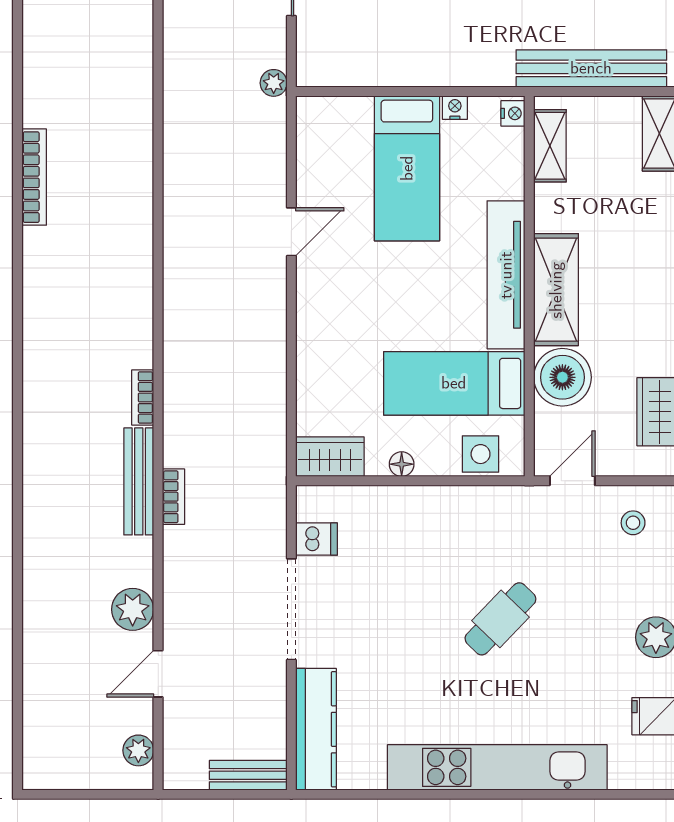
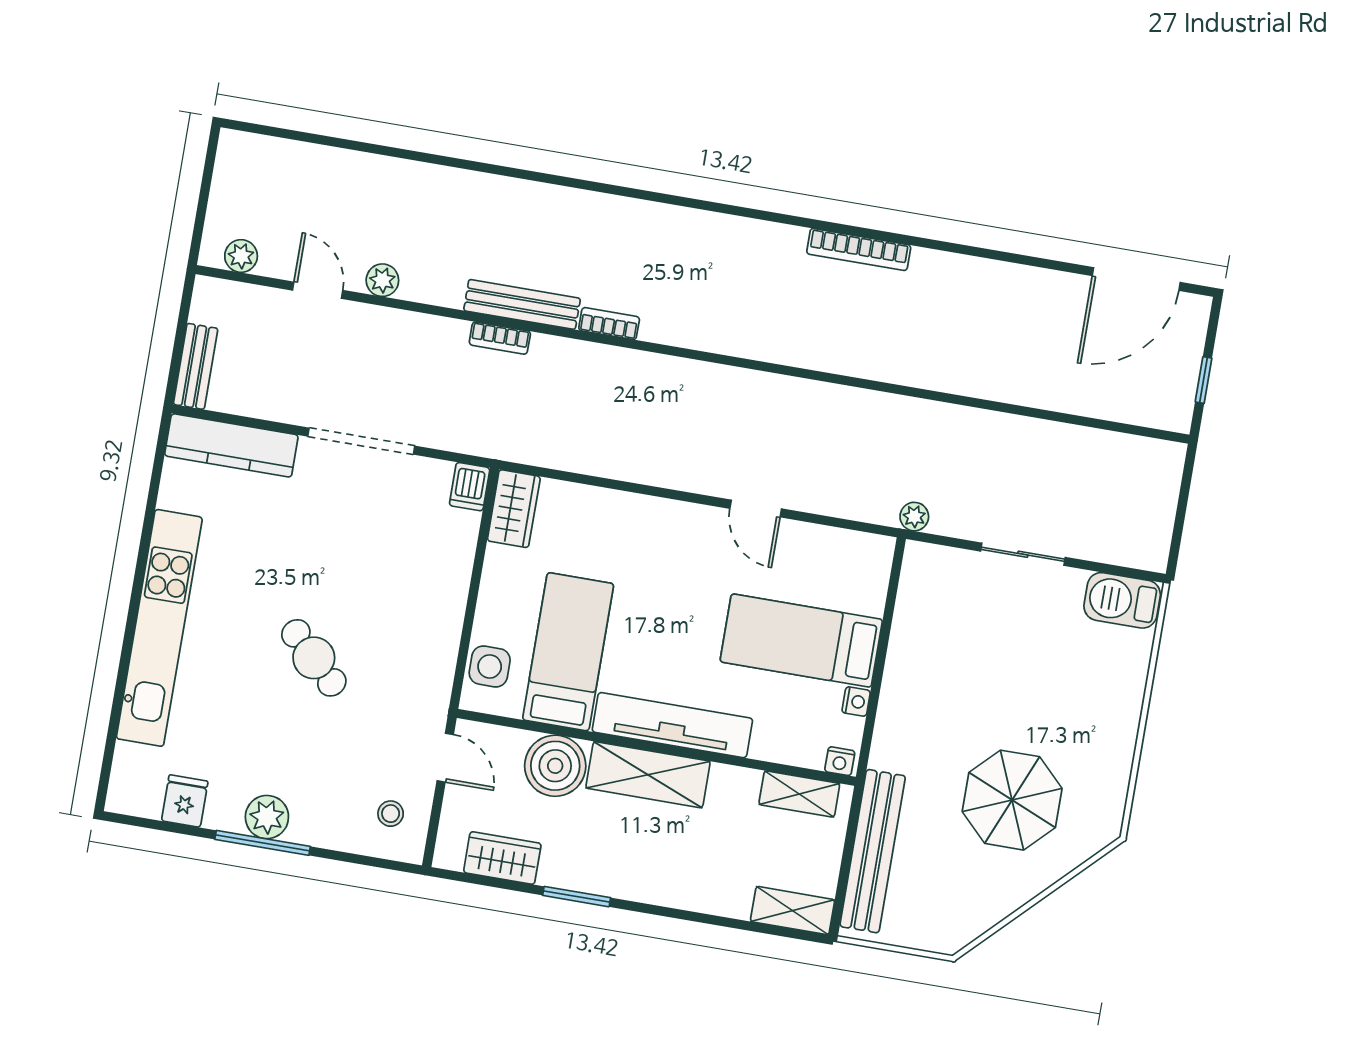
floor lamp: (402, 464) -> (493, 582), removed
dishwasher: (317, 539) -> (470, 487), moved
plant: (133, 609) -> (382, 280), width x0.73, depth x0.73

